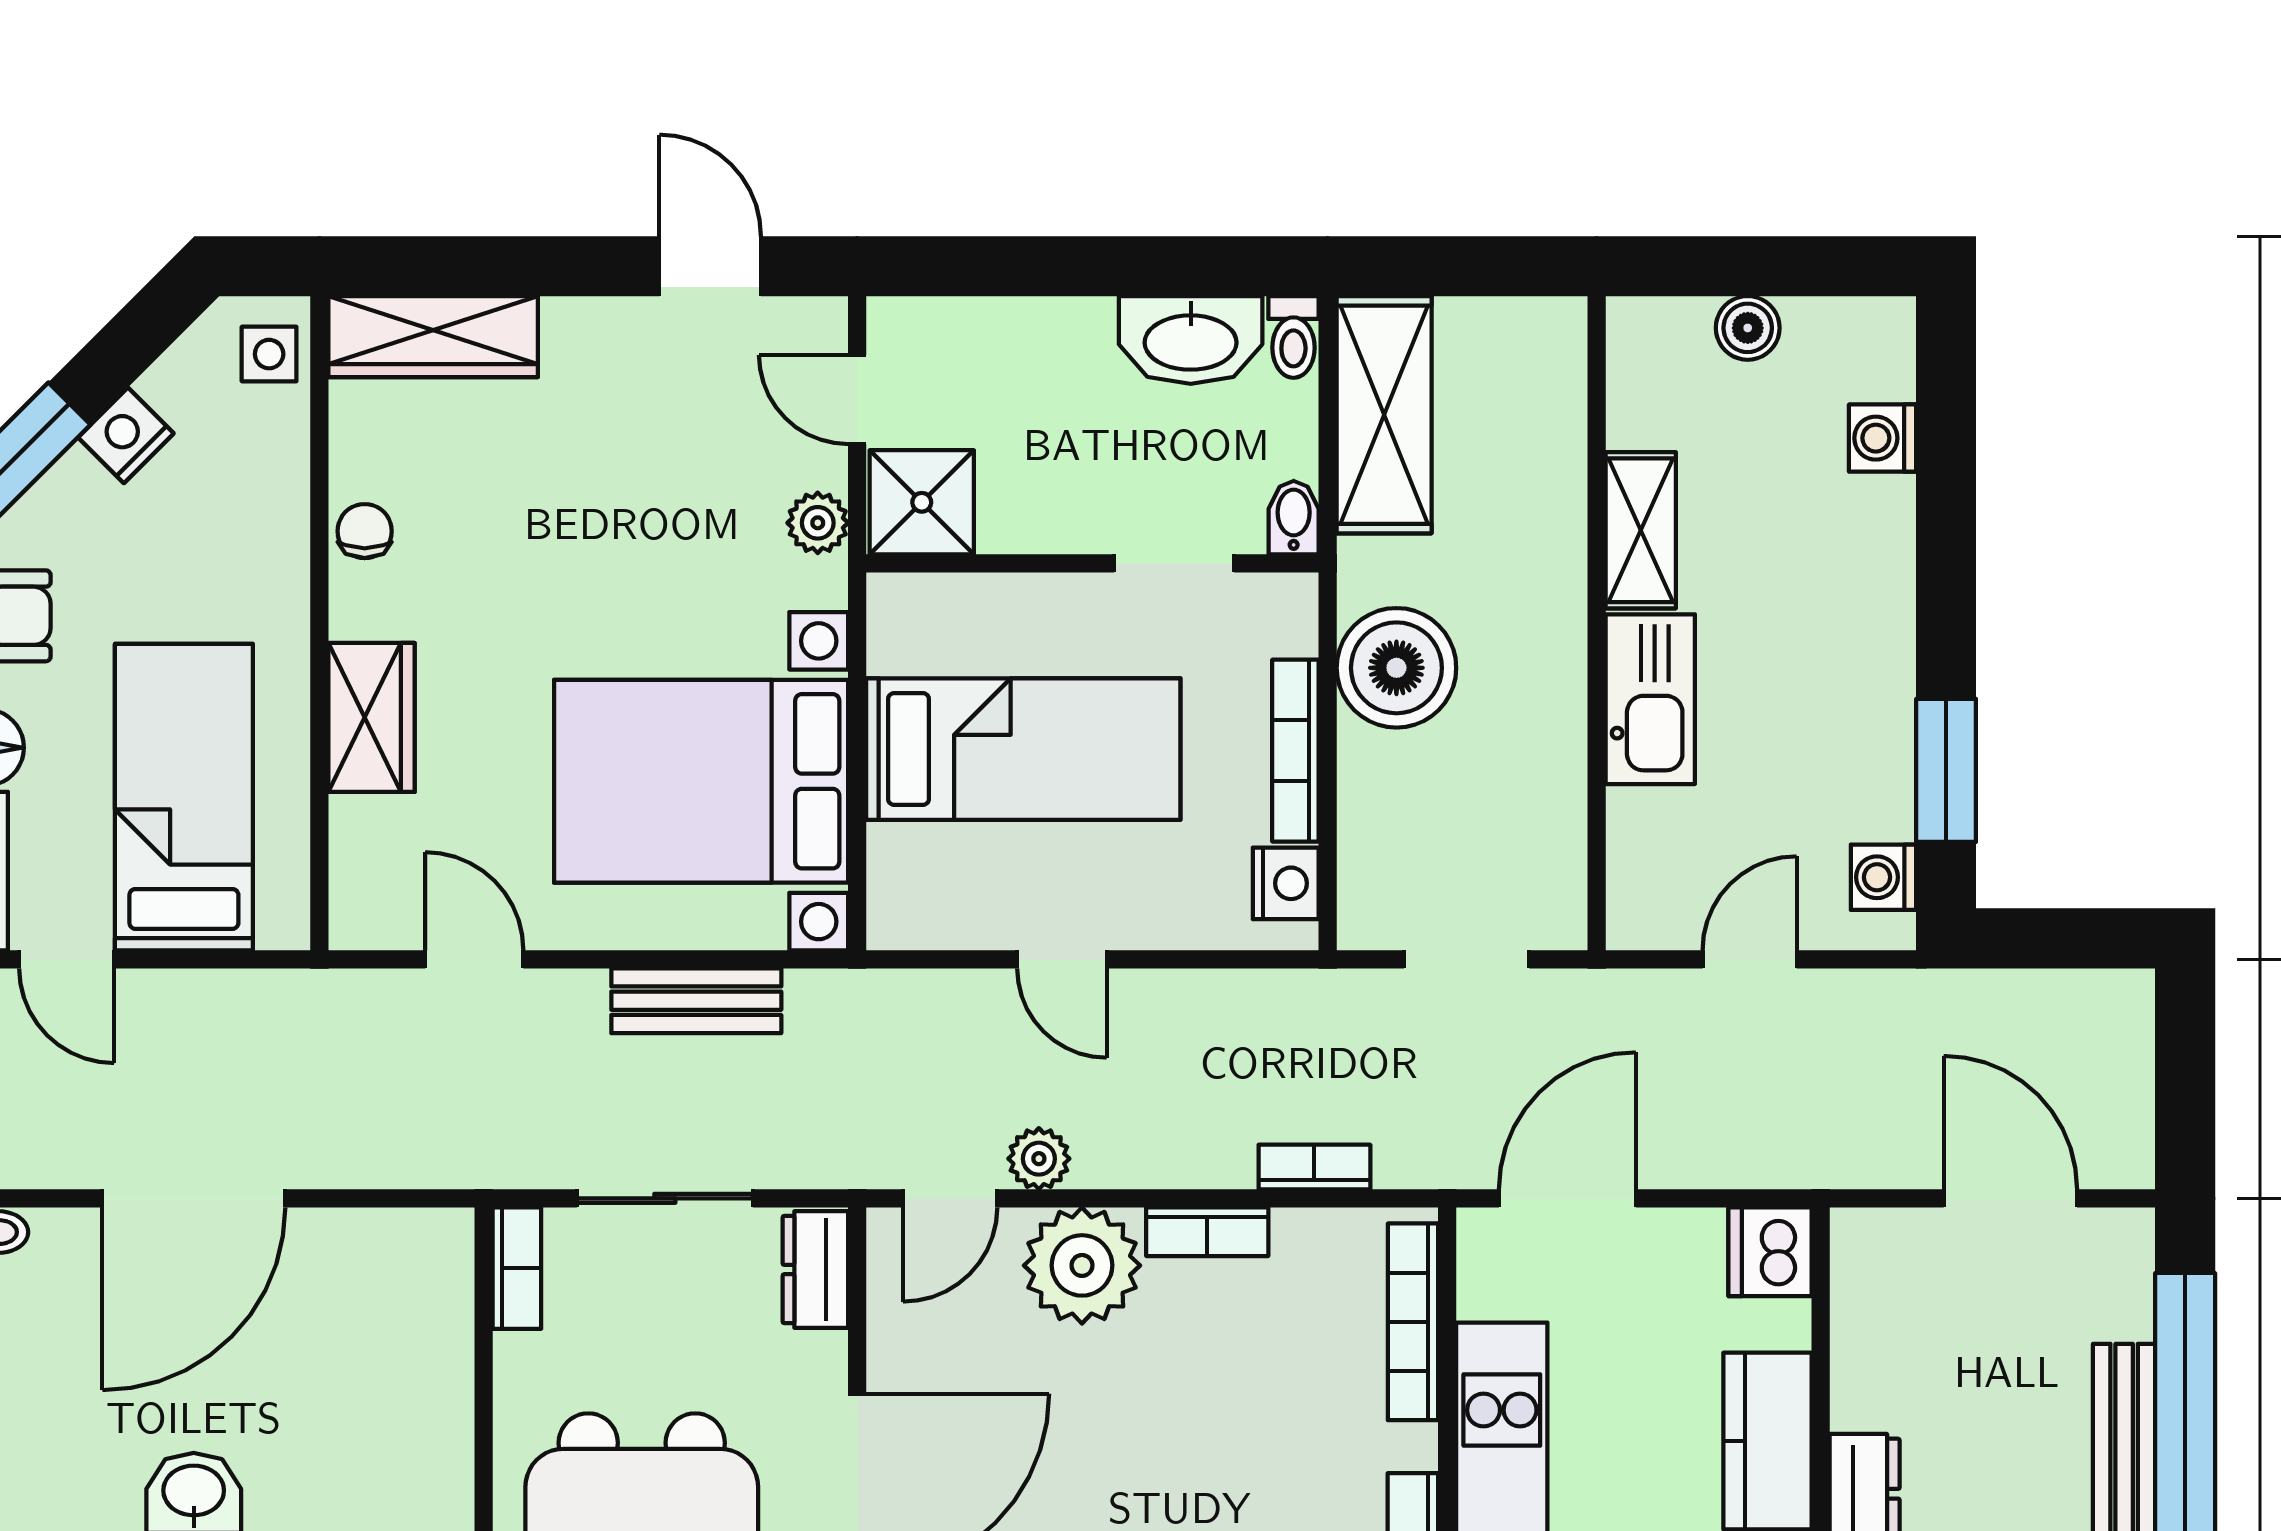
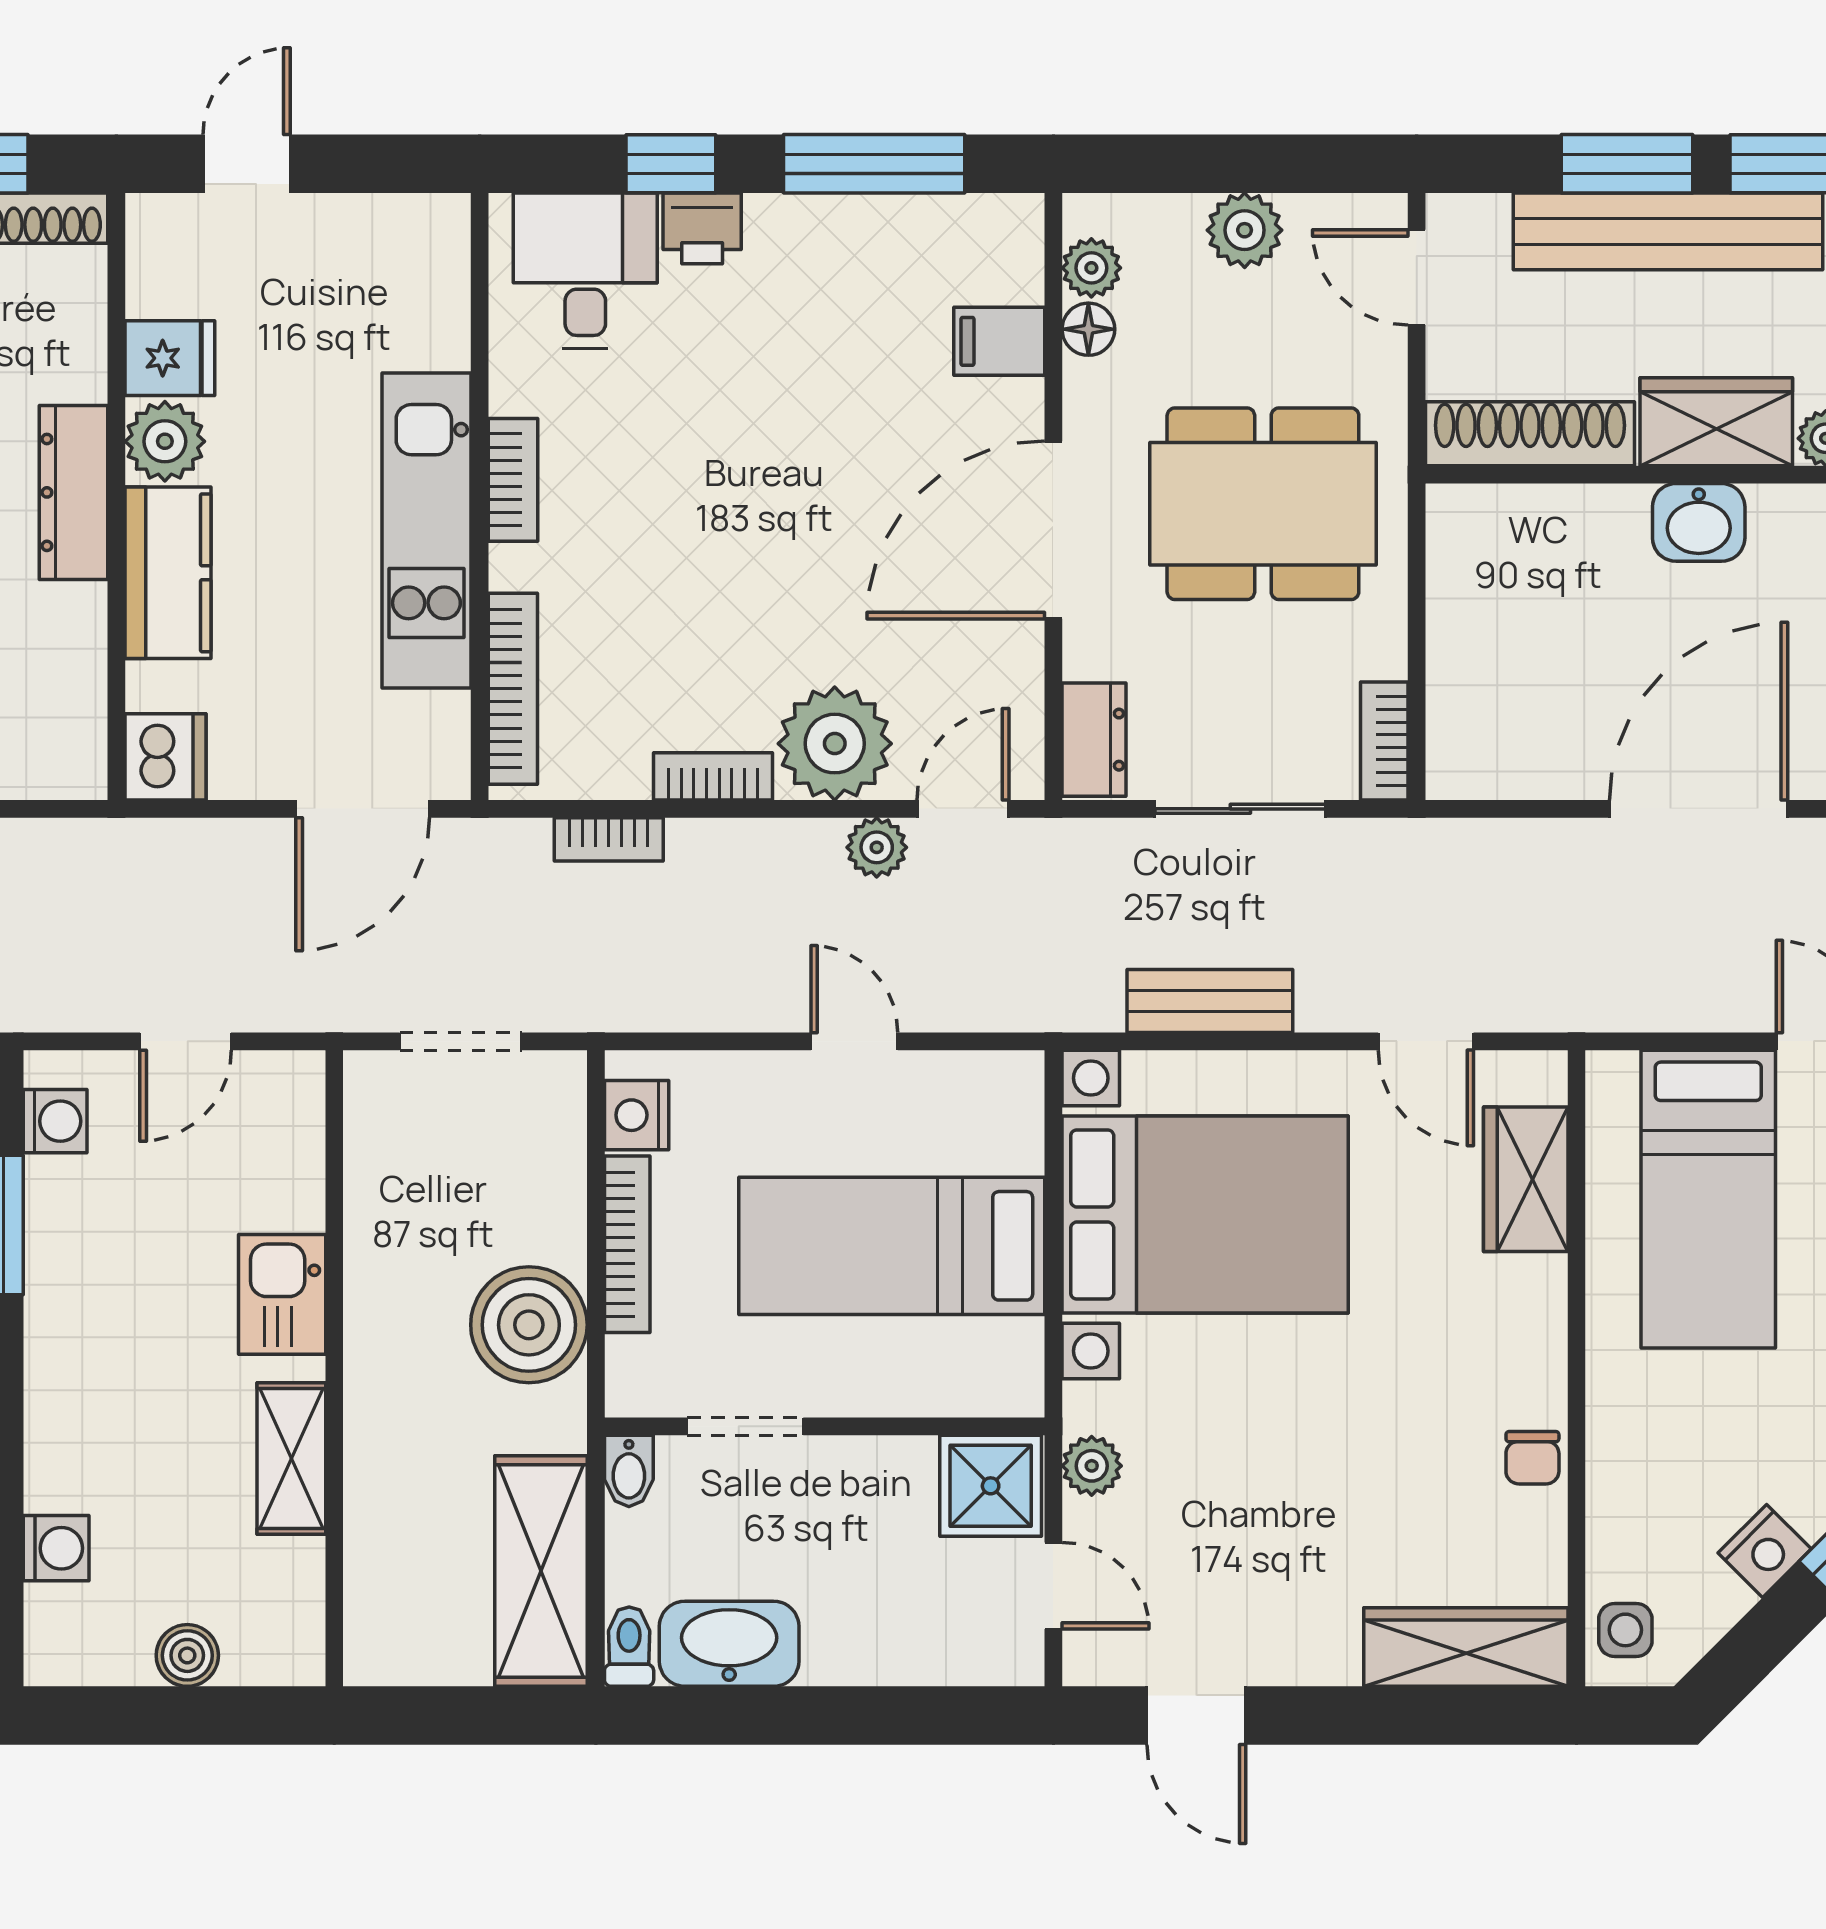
kitchen sink: (1650, 699) -> (282, 1294), width x0.73
wardrobe: (372, 717) -> (1526, 1179), moved

